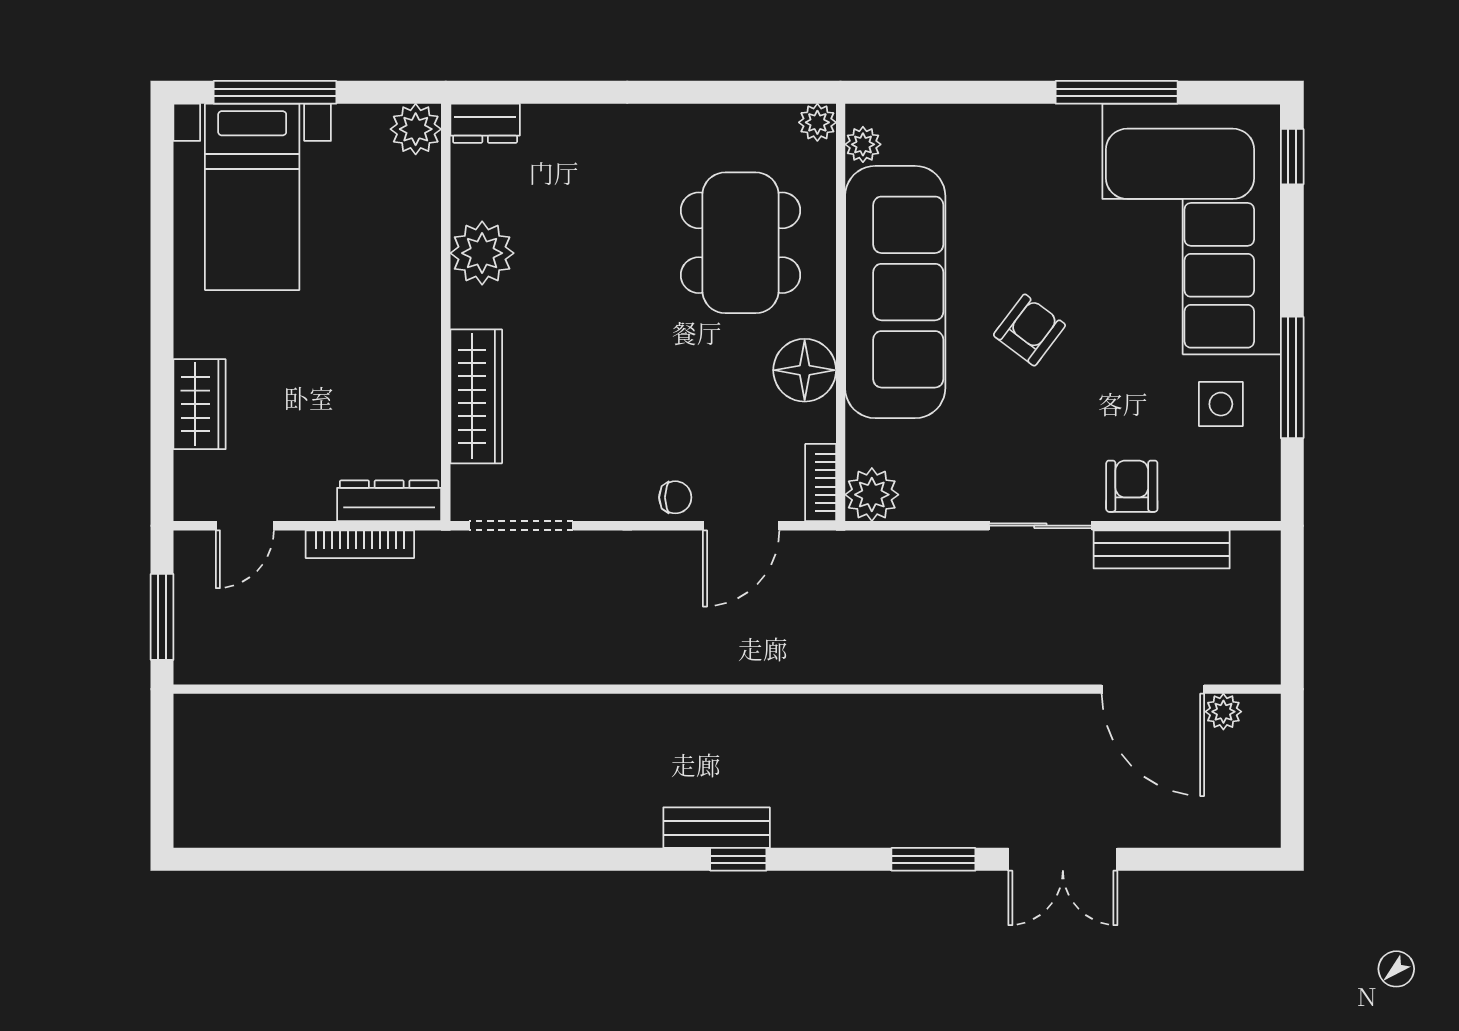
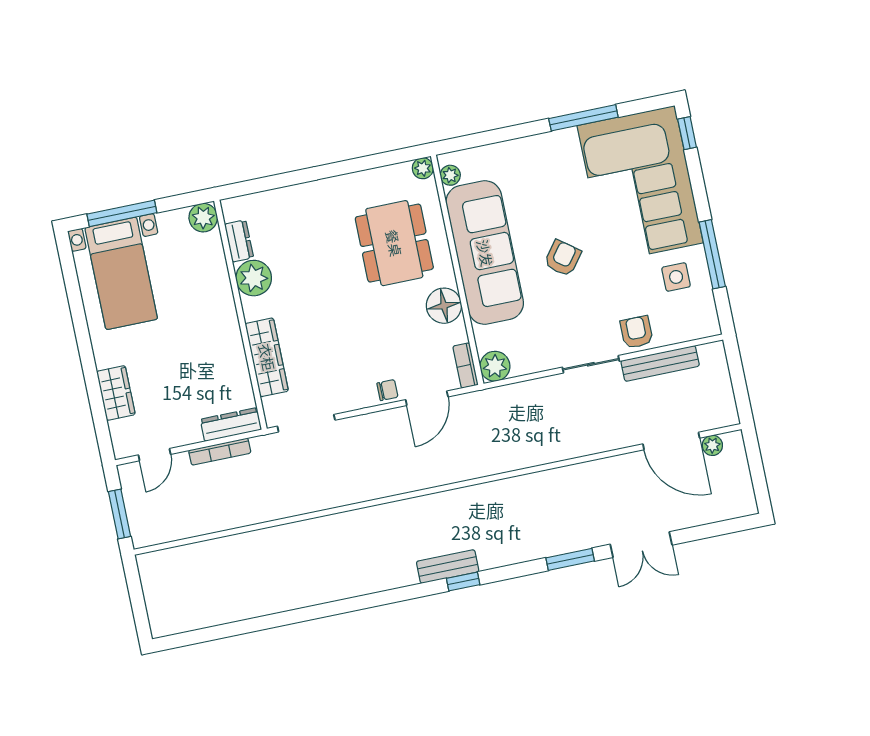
dresser: (485, 123) -> (239, 241), moved, turned -90

